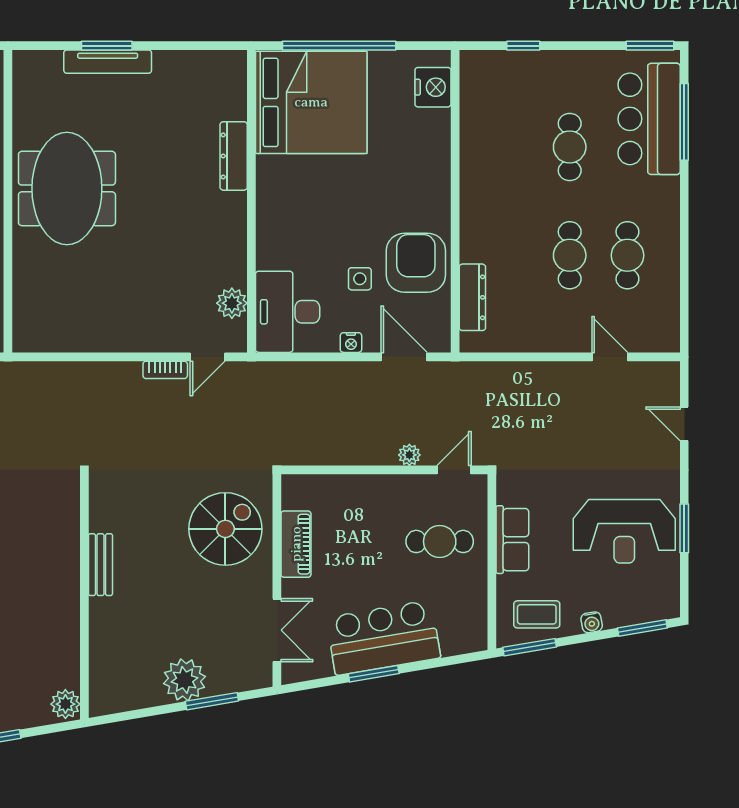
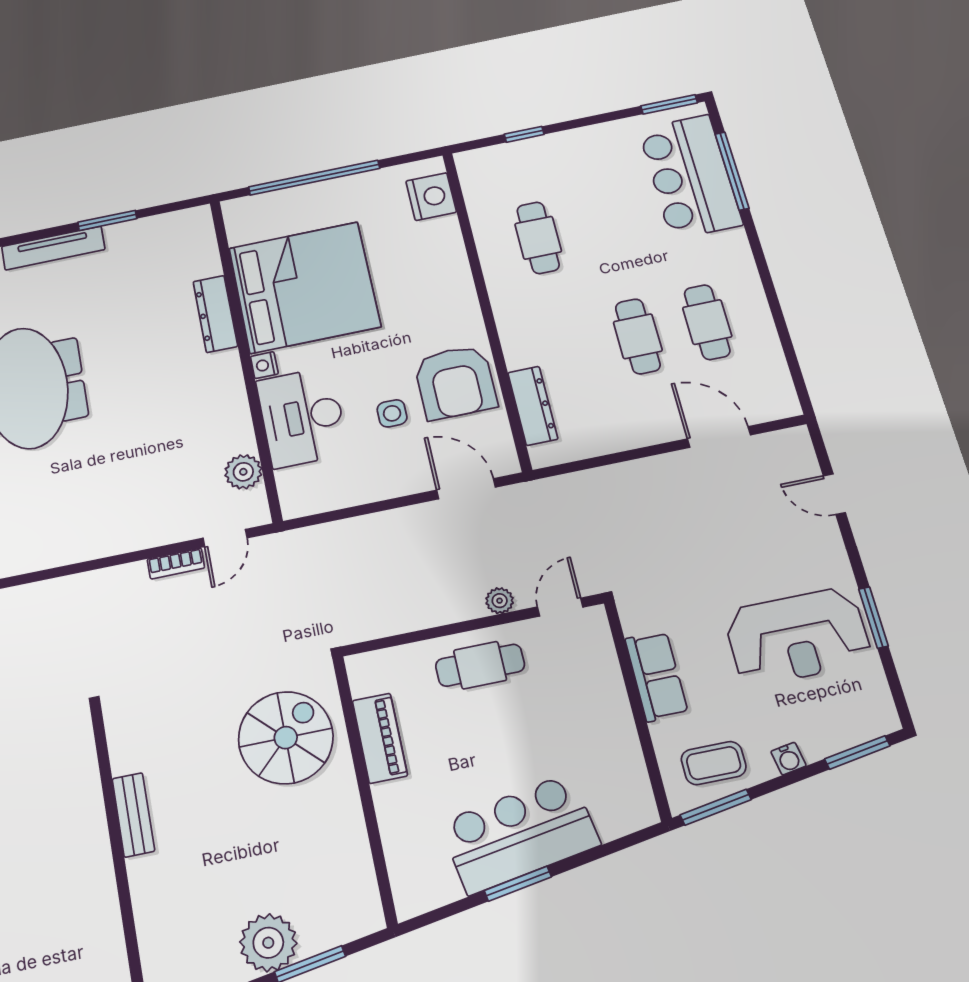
window: (107, 46) -> (107, 220), moved
bed: (311, 102) -> (304, 287), moved
cafe table: (570, 147) -> (538, 238), moved
armchair: (416, 263) -> (455, 382), turned 180
desk: (288, 312) -> (302, 417), moved
nightstand: (351, 343) -> (264, 365), moved, turned 90
door: (610, 357) -> (719, 437), width x1.38
cafe table: (440, 541) -> (480, 665), moved
double door: (277, 630) -> (377, 852), removed

